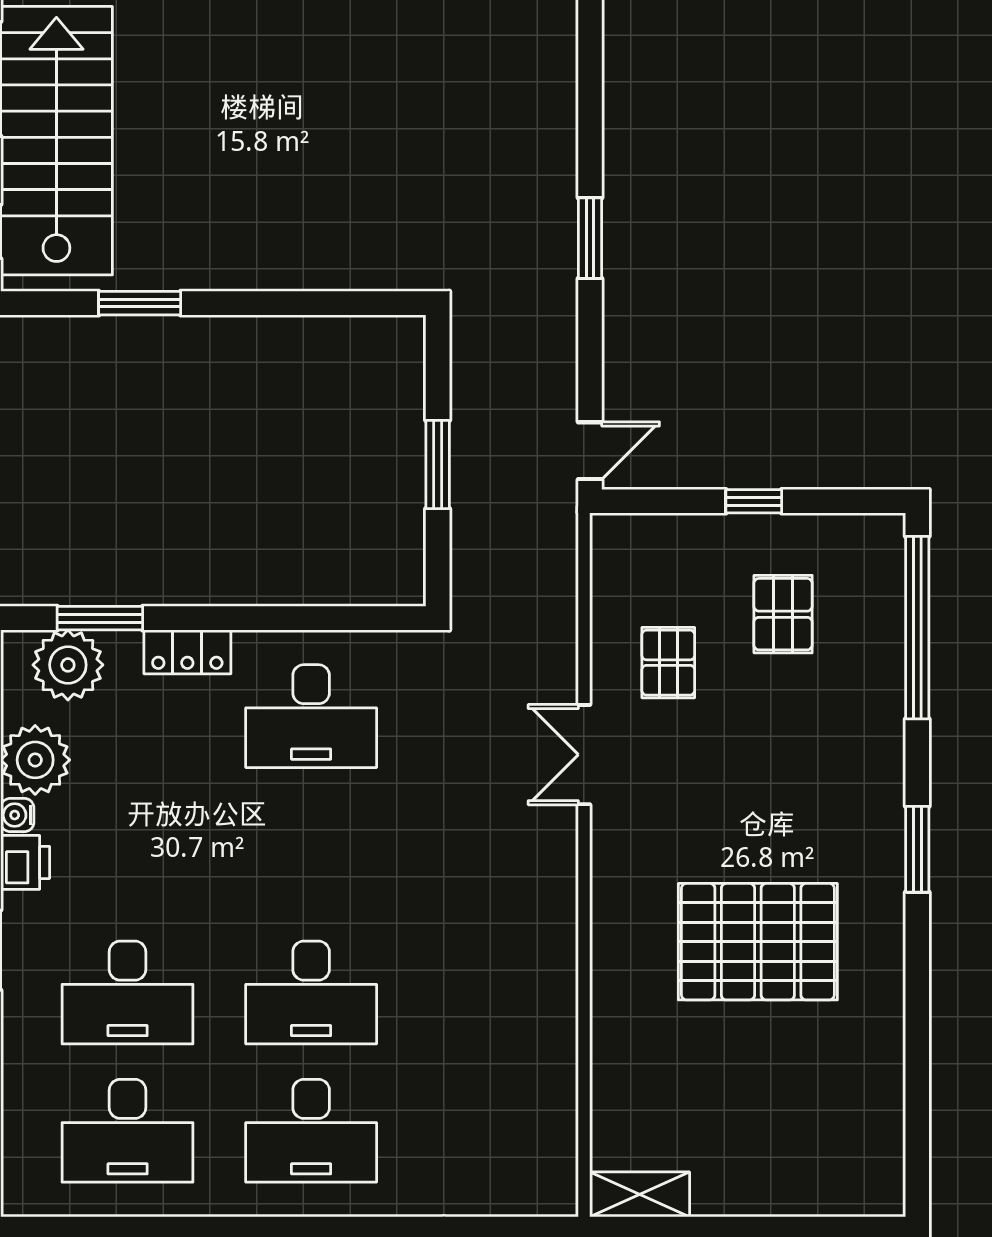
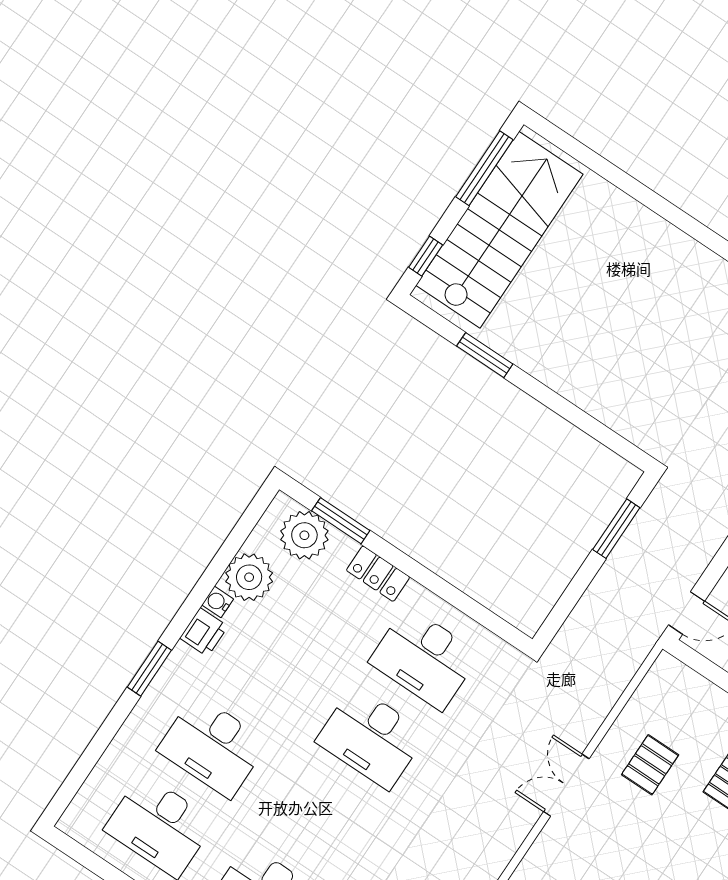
window: (438, 465) -> (616, 529), moved
desk: (311, 993) -> (371, 737), moved

